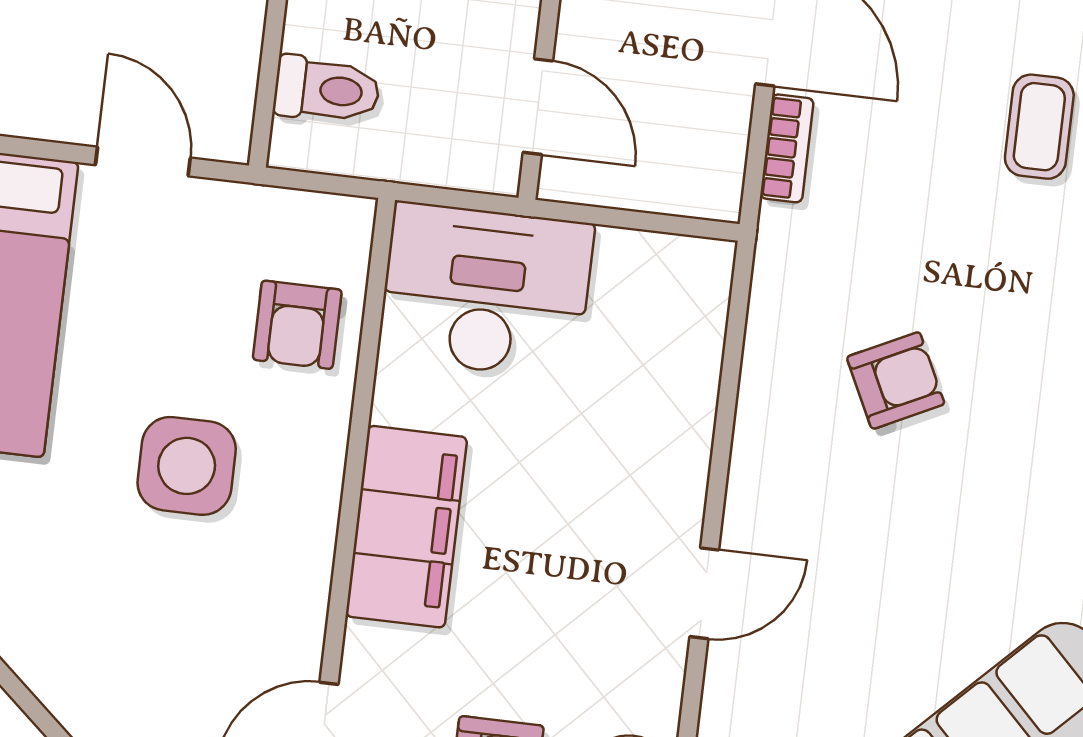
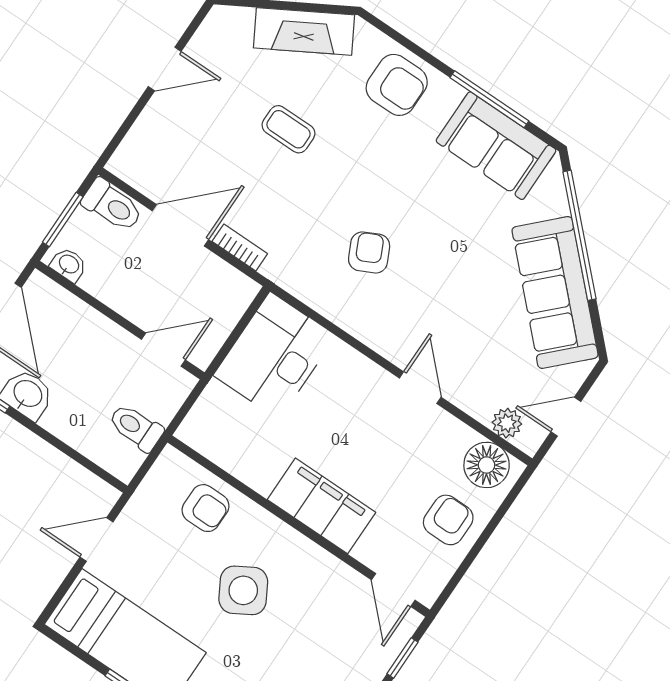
toilet: (327, 90) -> (136, 427), moved, turned -90
desk: (486, 291) -> (274, 356), moved
side table: (187, 466) -> (243, 590), turned -30

